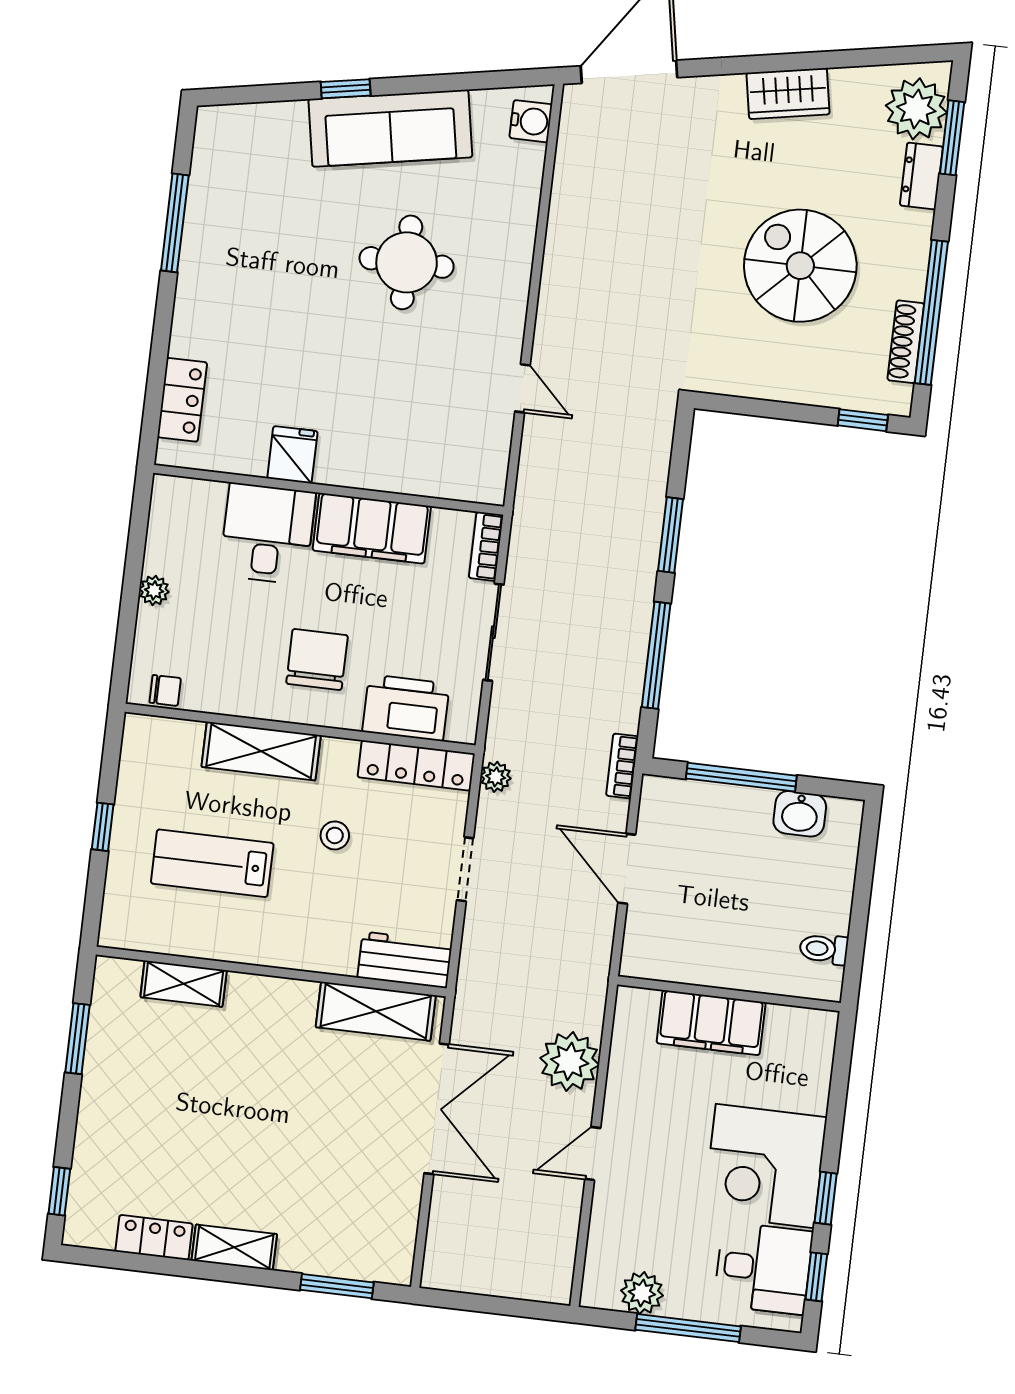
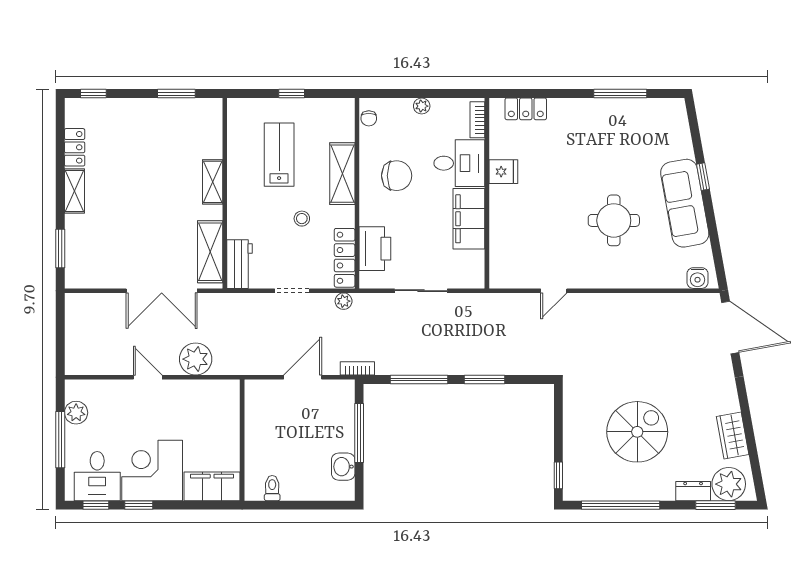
wardrobe: (788, 94) -> (733, 435), moved
shoe rack: (906, 342) -> (603, 493), removed
bookcase: (486, 546) -> (477, 120), moved, turned -90
chair: (317, 659) -> (397, 176), moved
shelving: (184, 984) -> (213, 182), moved
filing cabinet: (711, 1023) -> (212, 486), moved, turned 90

